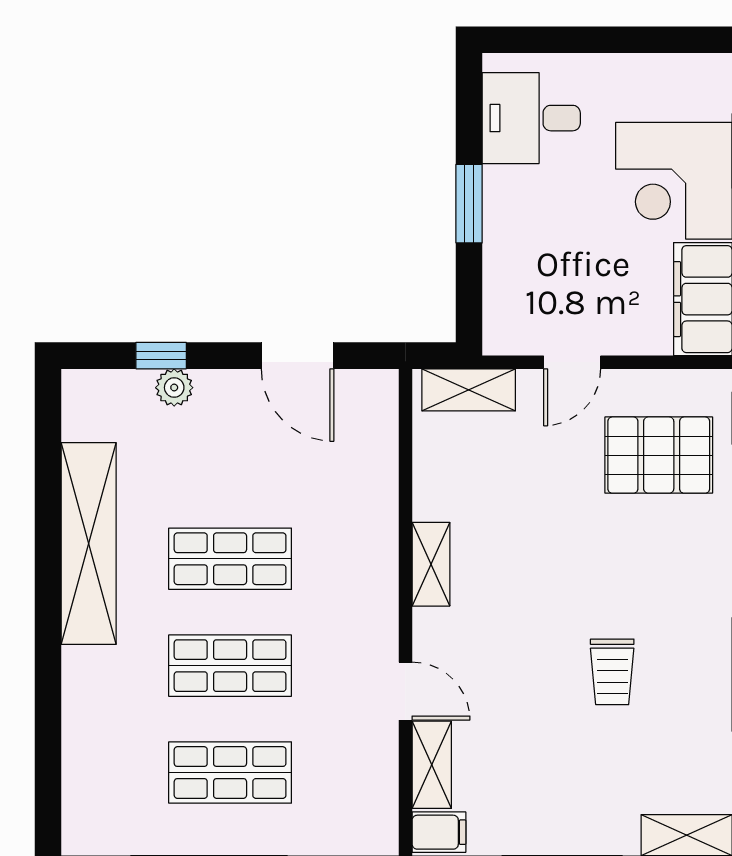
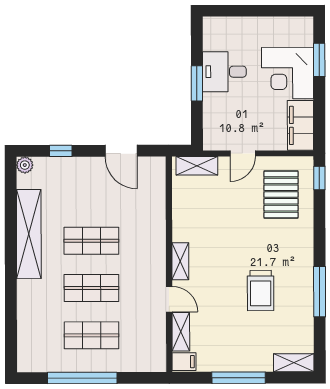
desk: (531, 118) -> (224, 72), moved
plant: (174, 388) -> (25, 165), moved
pallet: (659, 455) -> (281, 195), turned 90
shelving: (431, 564) -> (180, 261), moved
trolley: (612, 672) -> (261, 291), width x1.36, depth x1.39

